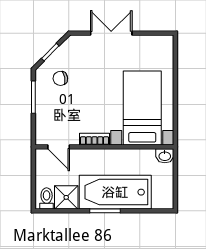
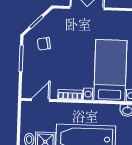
door: (59, 147) -> (40, 100), swing flipped

